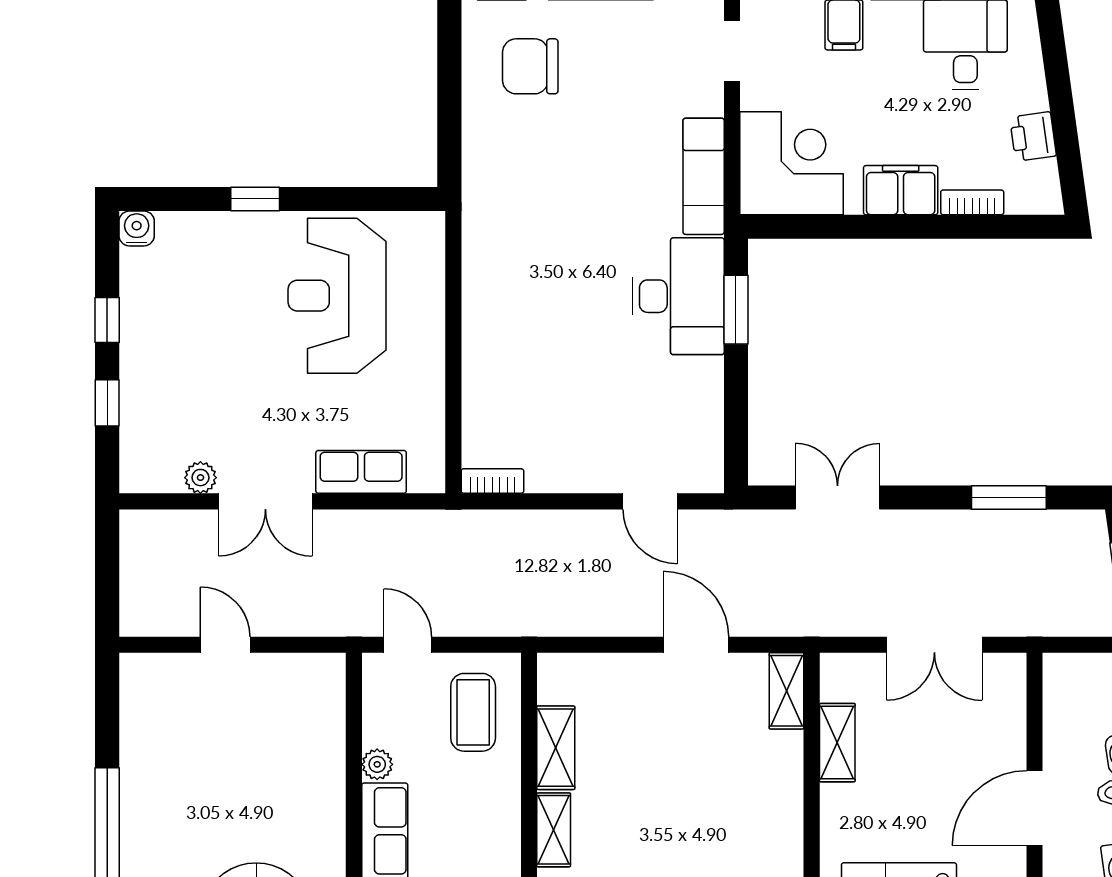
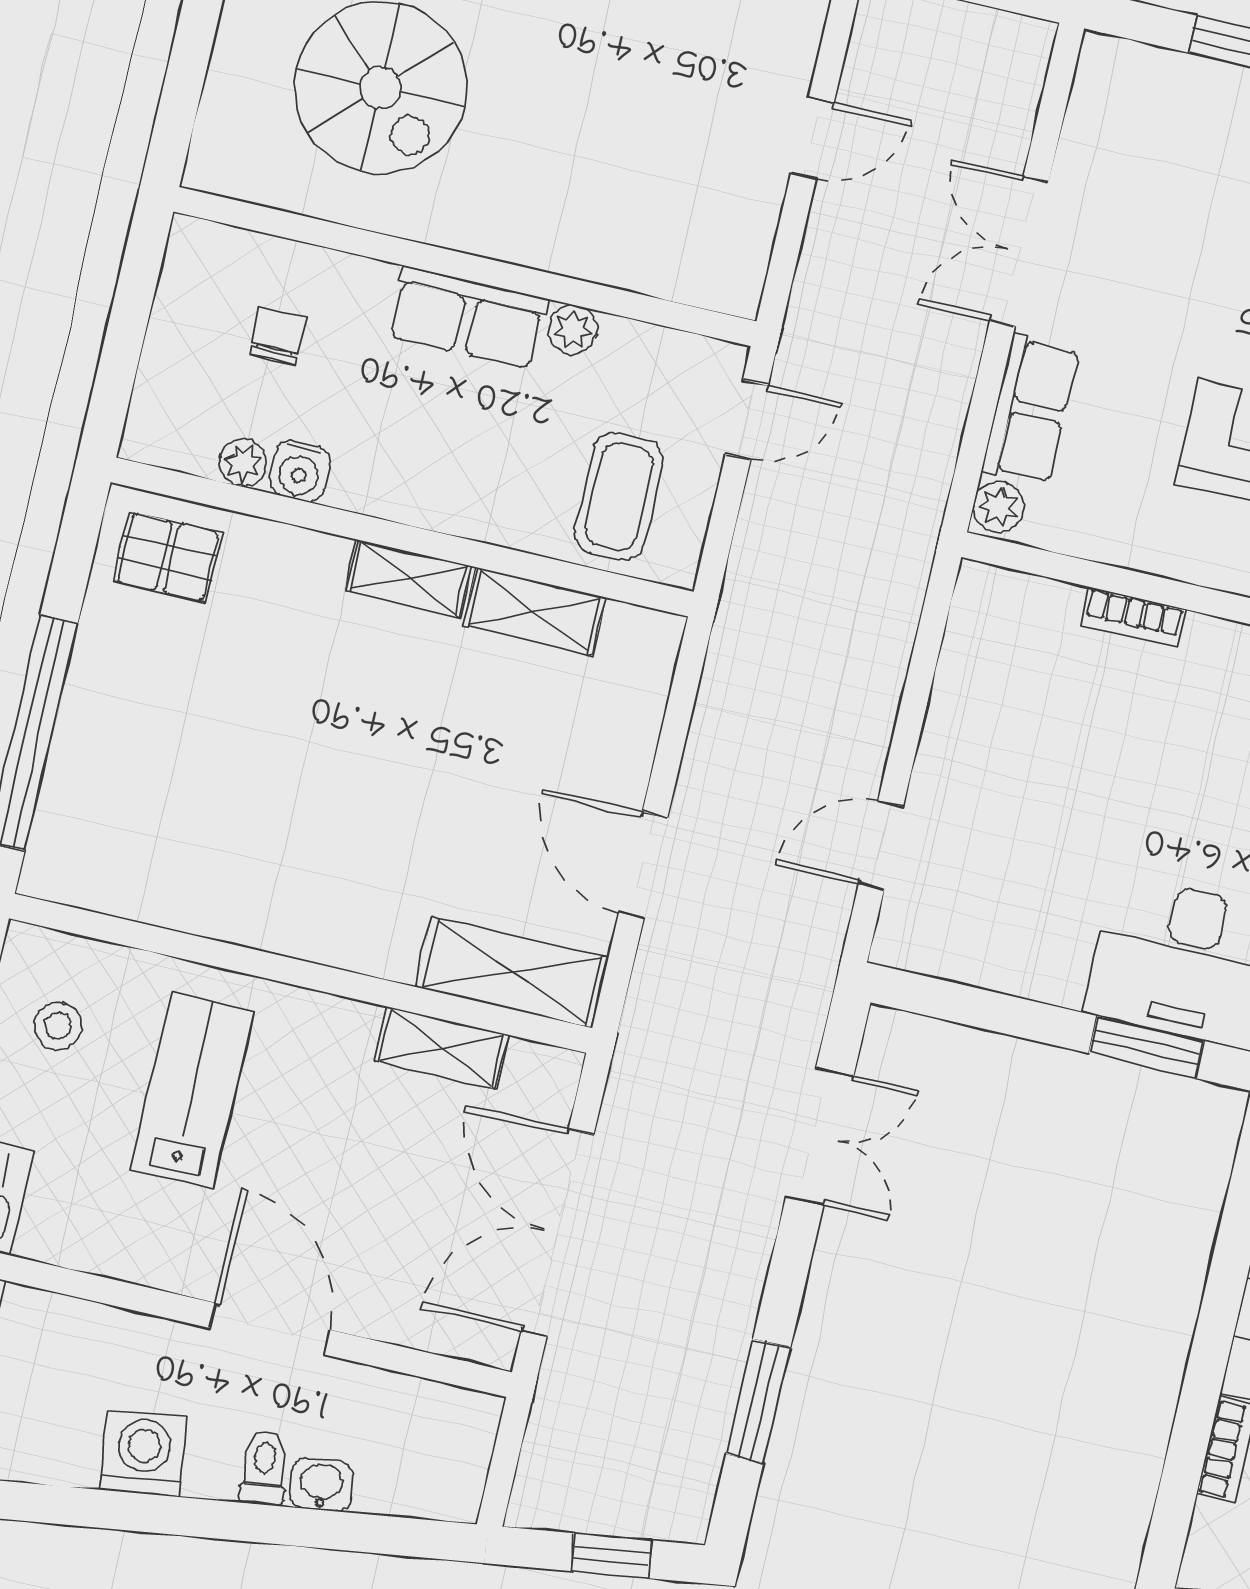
plant: (200, 478) -> (999, 507), moved
bookcase: (492, 481) -> (1134, 617), moved, turned 90
door: (696, 645) -> (643, 865), swing flipped
double door: (934, 645) -> (558, 1233), width x1.37
shelving: (786, 691) -> (512, 972), width x1.50, depth x1.33
coffee table: (473, 712) -> (619, 496), turned 90

